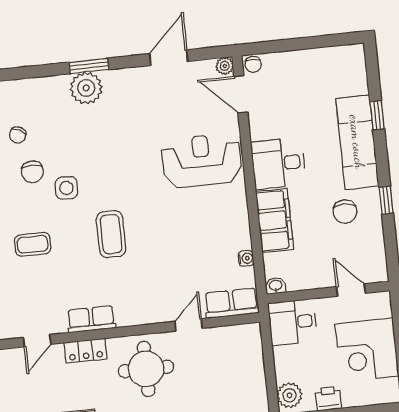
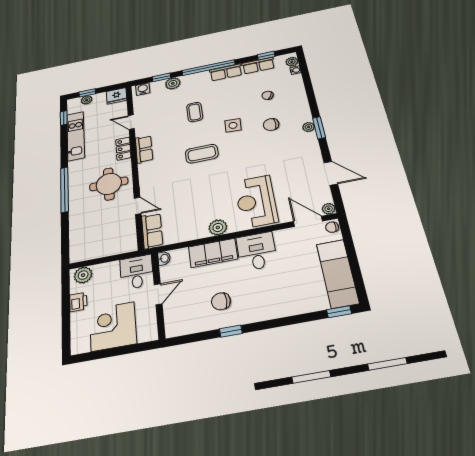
plant: (86, 88) -> (308, 127), width x0.53, depth x0.53
door: (241, 94) -> (308, 221), hinge flipped
window: (377, 115) -> (339, 312), moved
exam couch: (357, 142) -> (338, 273), moved, turned -90
reception desk: (202, 161) -> (256, 201), turned 180
chair: (32, 172) -> (271, 124), moved
plant: (236, 213) -> (218, 227), added
water cooler: (246, 258) -> (185, 237), removed
door: (351, 290) -> (158, 294), moved

